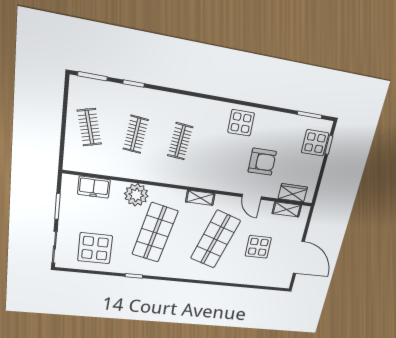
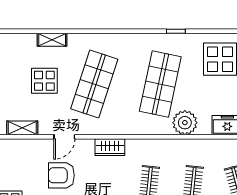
wardrobe: (293, 193) -> (110, 147), moved
door: (252, 197) -> (64, 137), swing flipped
shelving: (200, 198) -> (52, 40), moved

